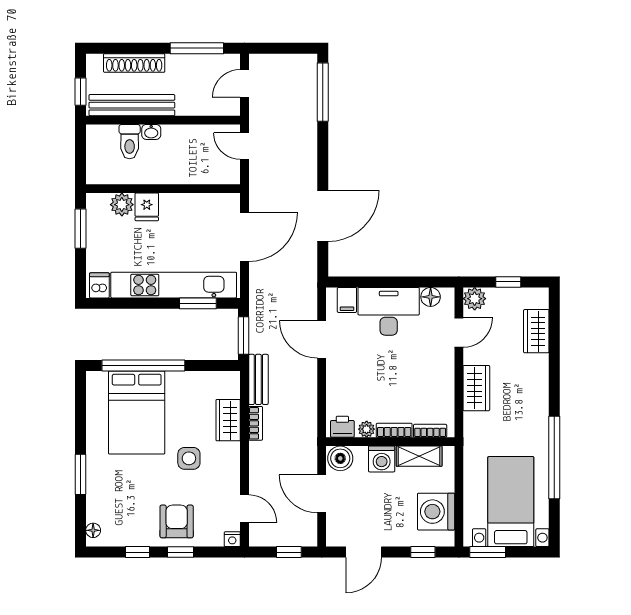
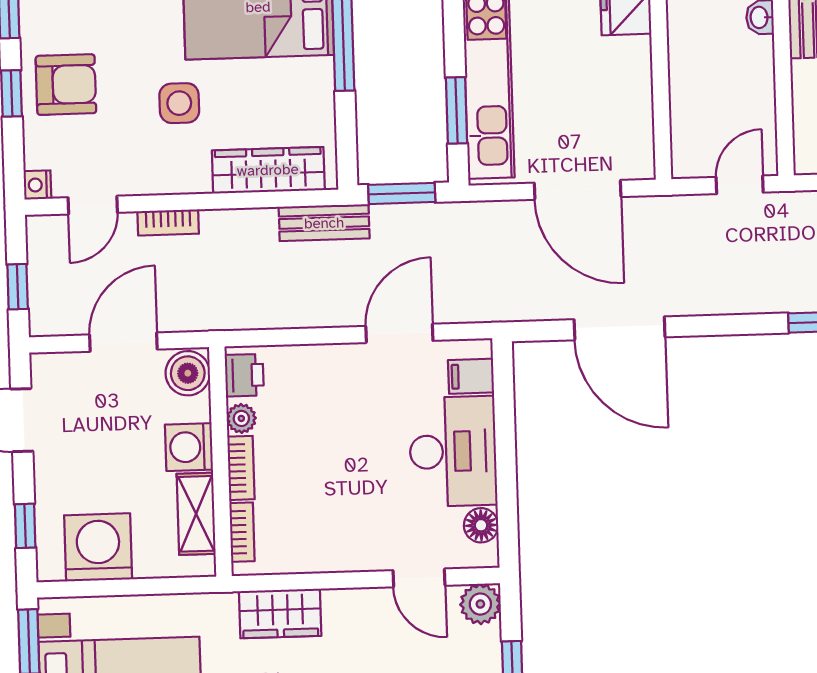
wardrobe: (476, 388) -> (280, 614), moved
wardrobe: (228, 420) -> (268, 170), width x1.50
bookcase: (256, 423) -> (168, 223), moved

